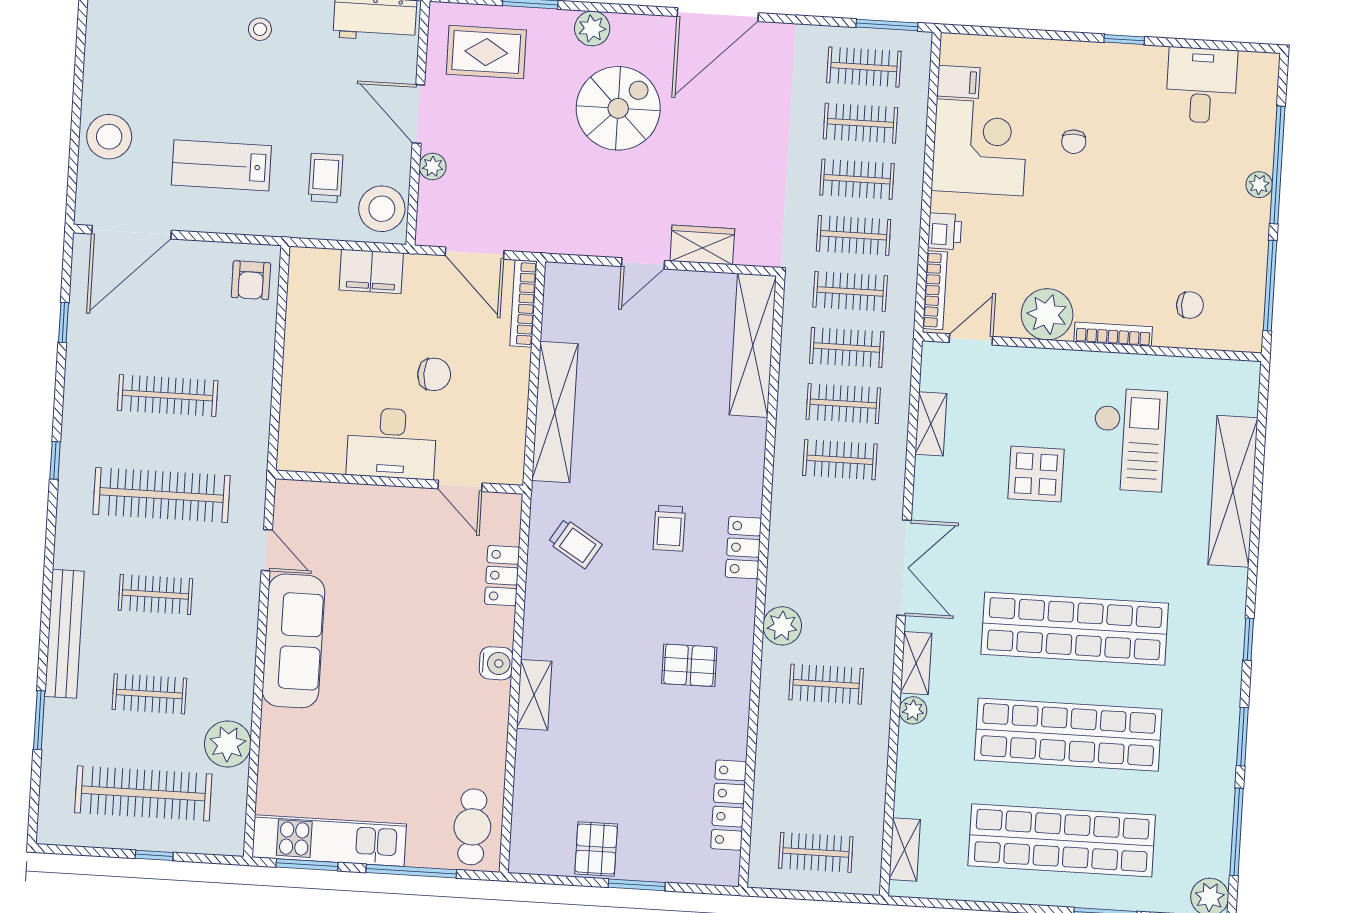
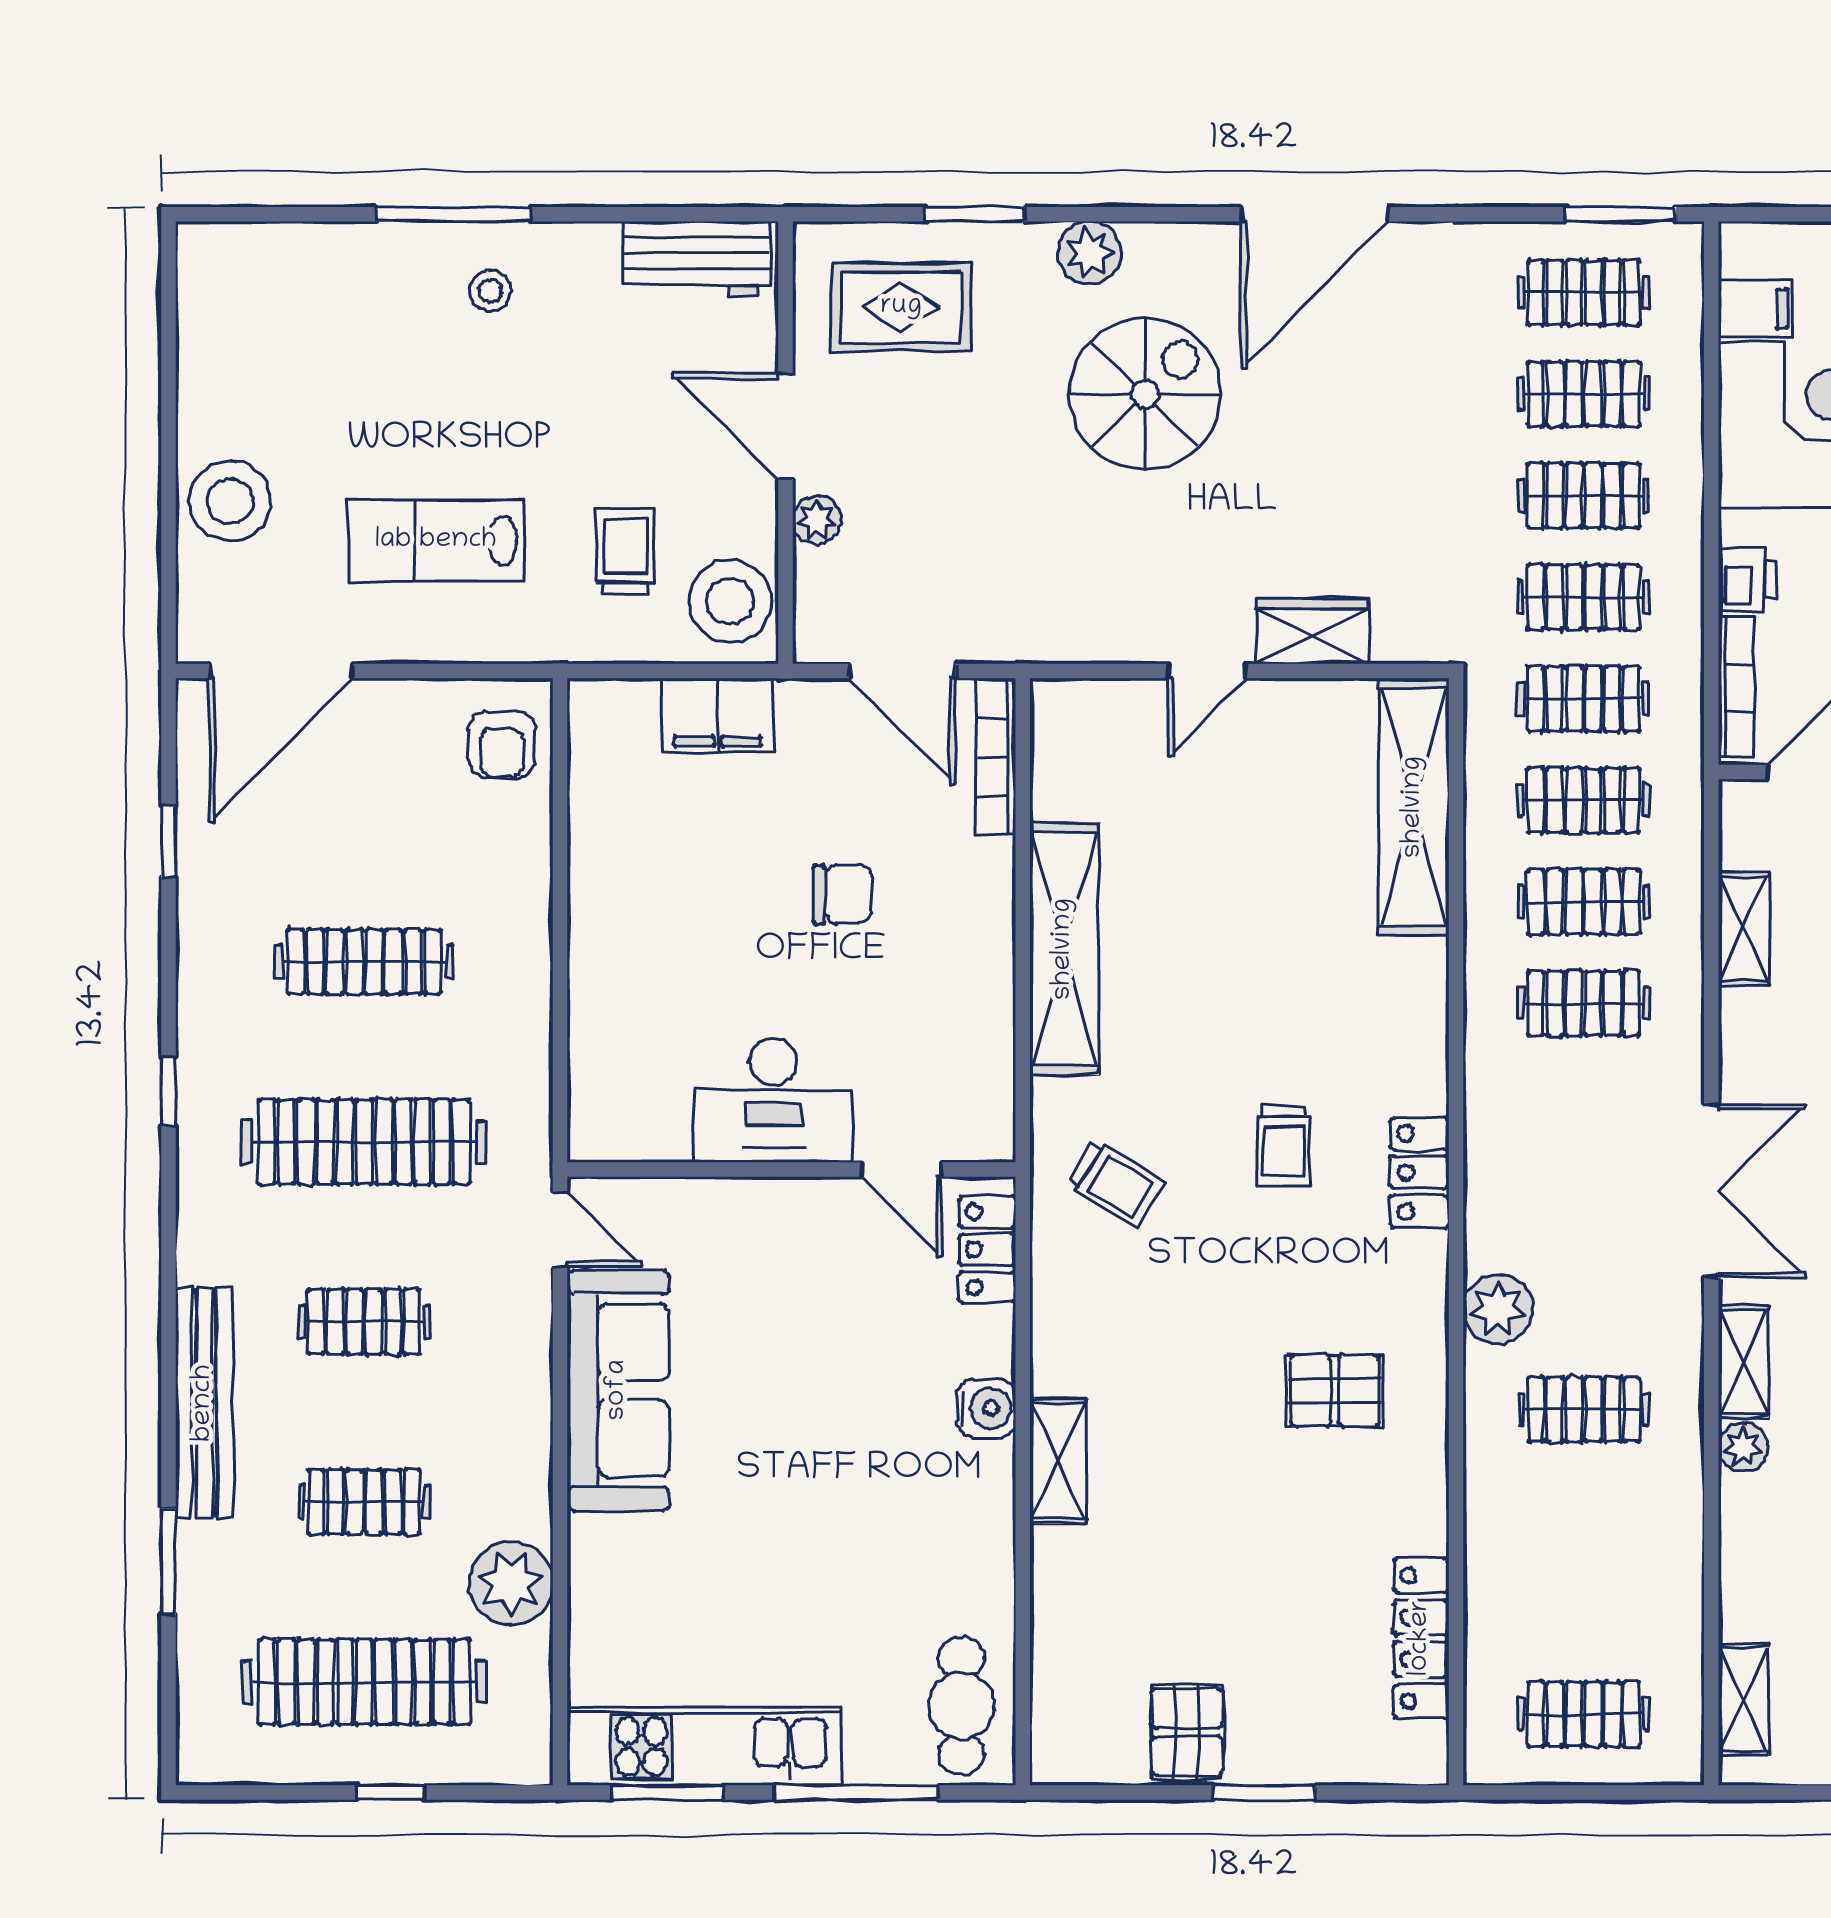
desk: (392, 443) -> (773, 1100), moved
wall: (399, 482) -> (791, 1169), moved
door: (460, 486) -> (901, 1169), moved

